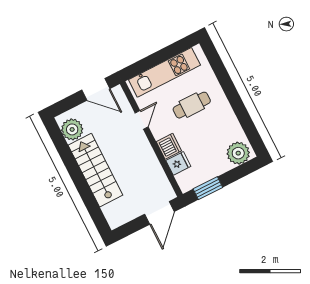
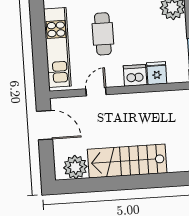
door: (96, 89) -> (45, 125), hinge flipped
door: (142, 120) -> (96, 92), hinge flipped

